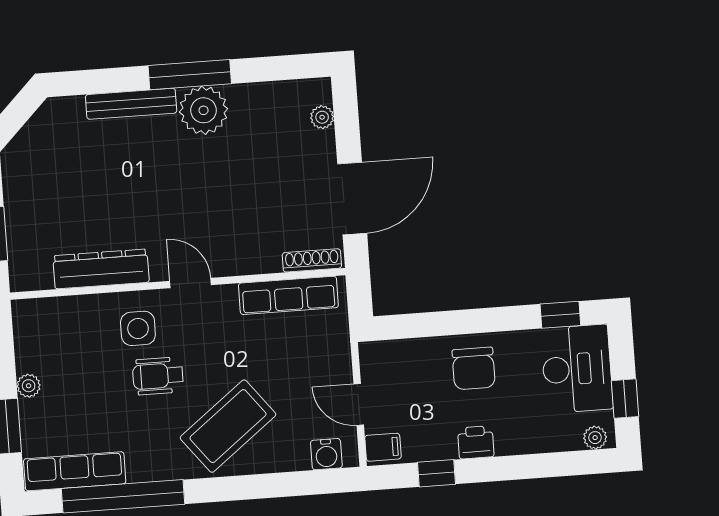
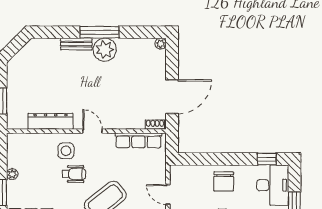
bench: (131, 104) -> (76, 44), width x0.73
plant: (322, 117) -> (161, 44), moved
shoe rack: (312, 260) -> (155, 125), width x0.70
wheelchair: (158, 376) -> (74, 174), turned 180

